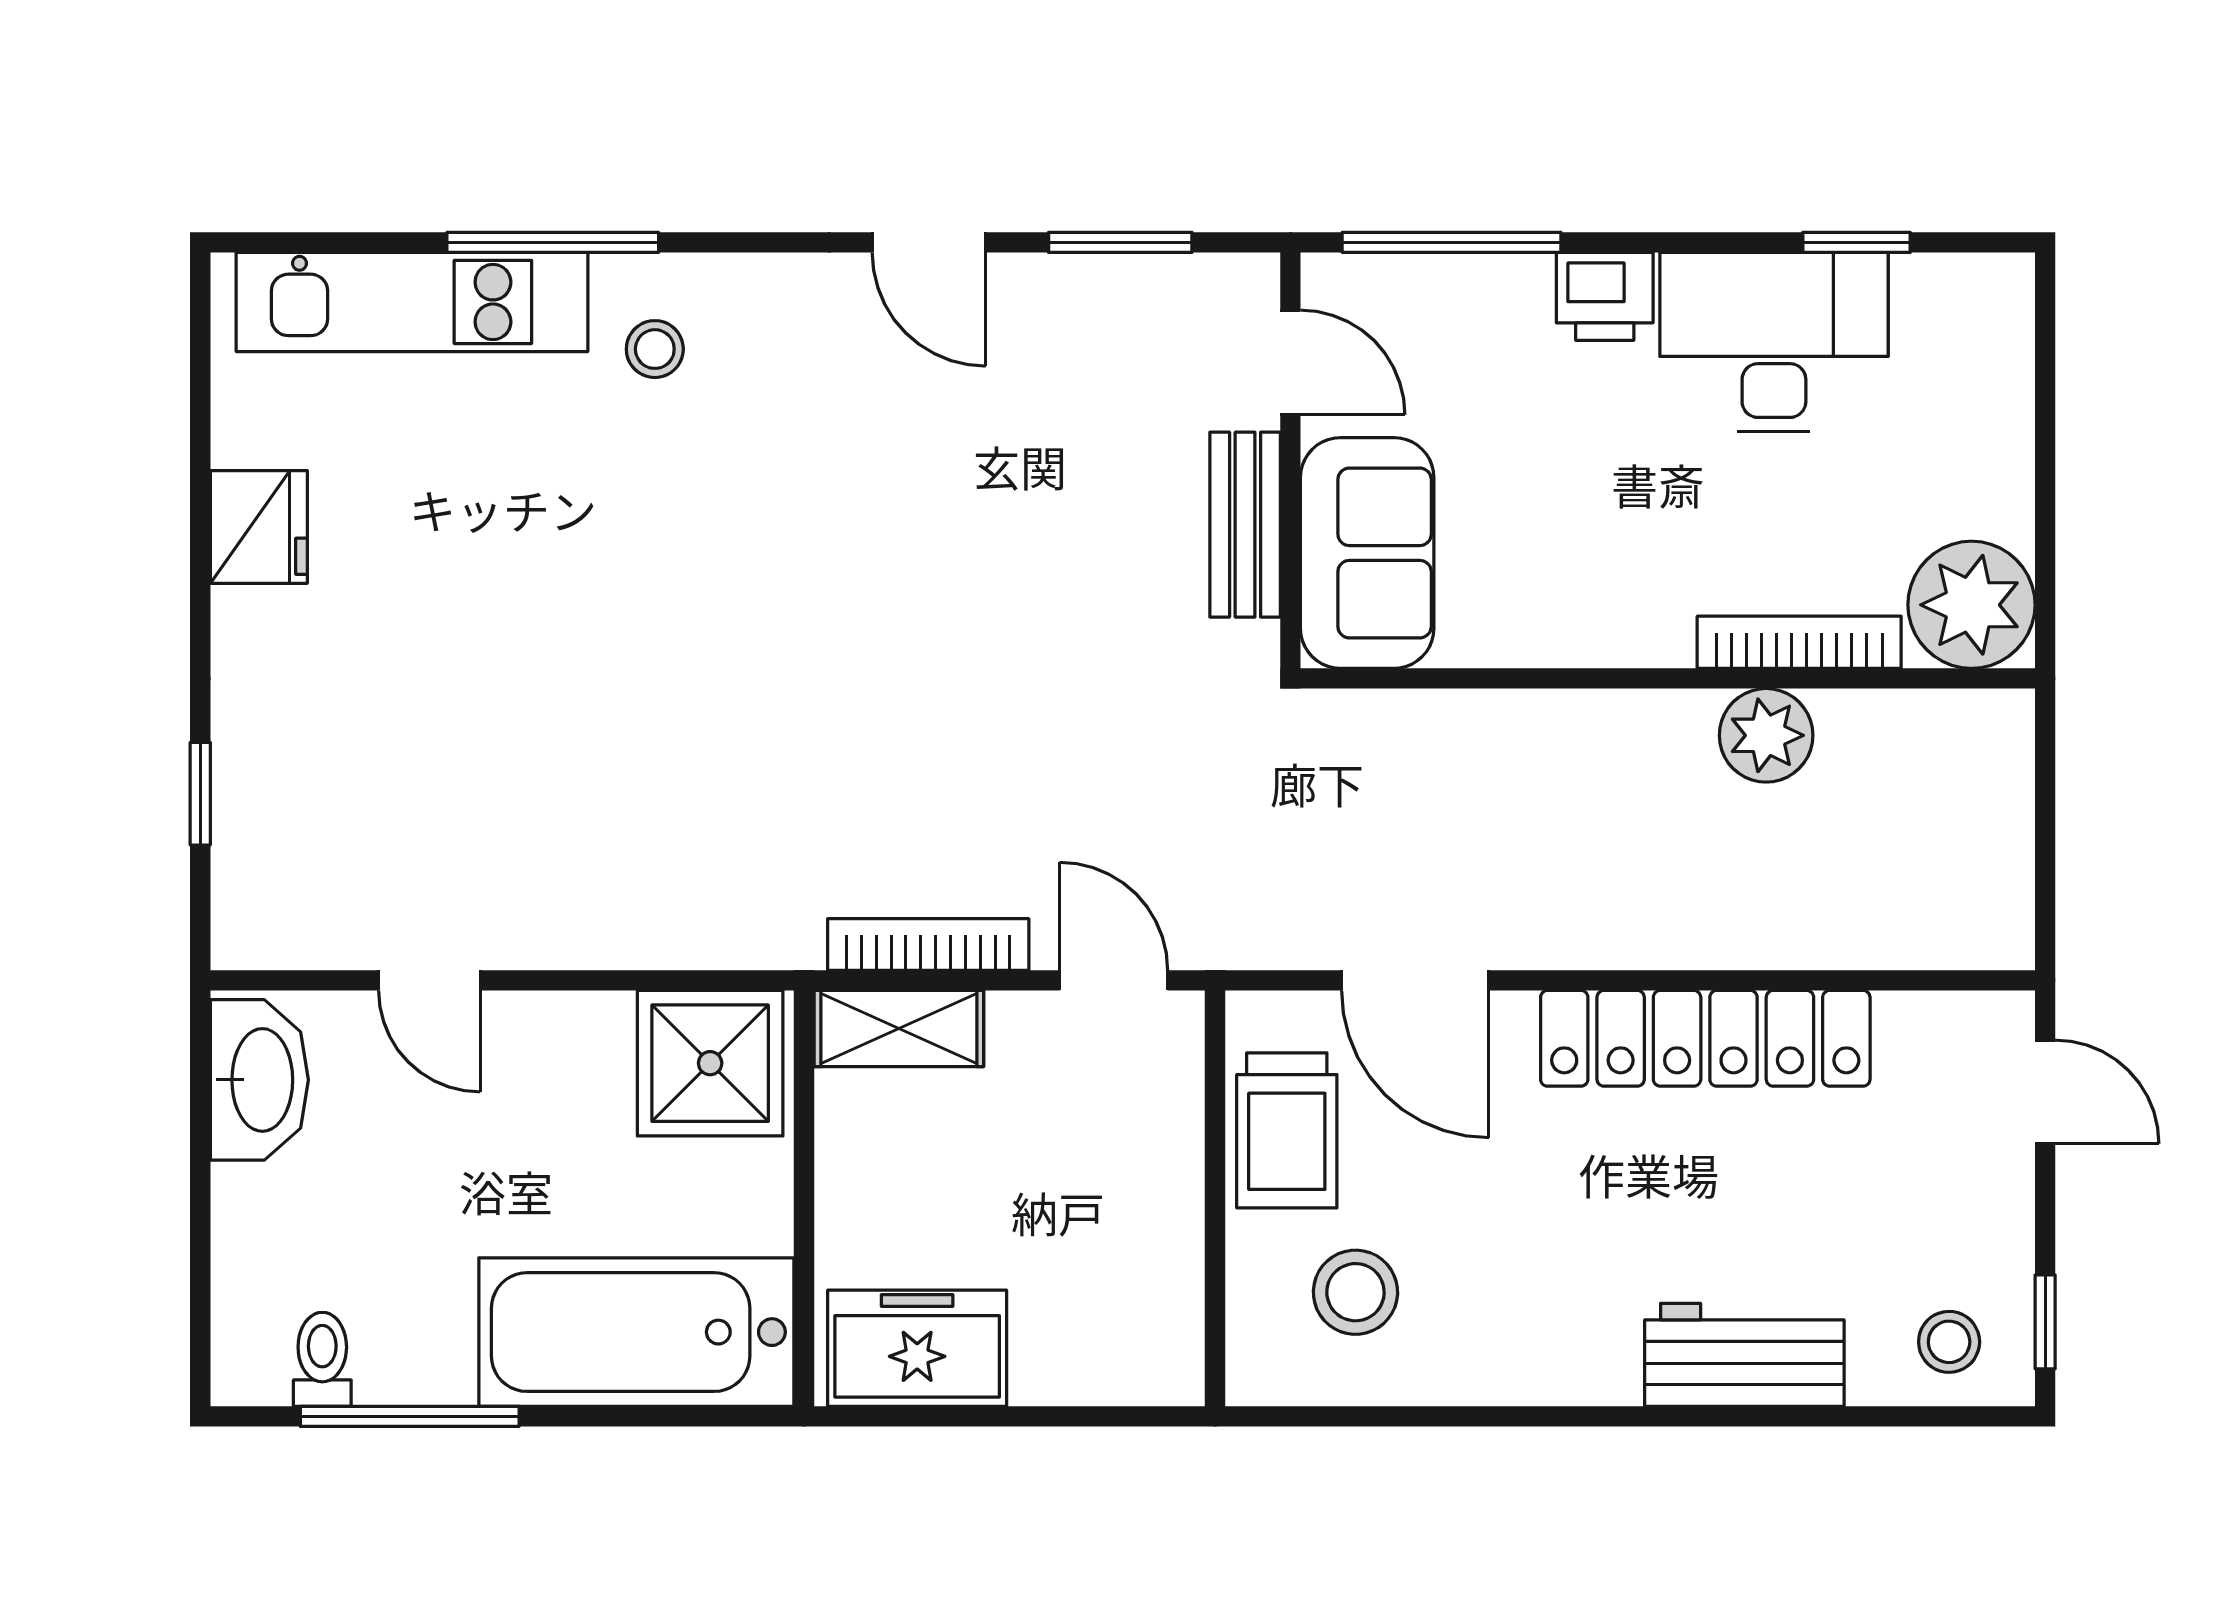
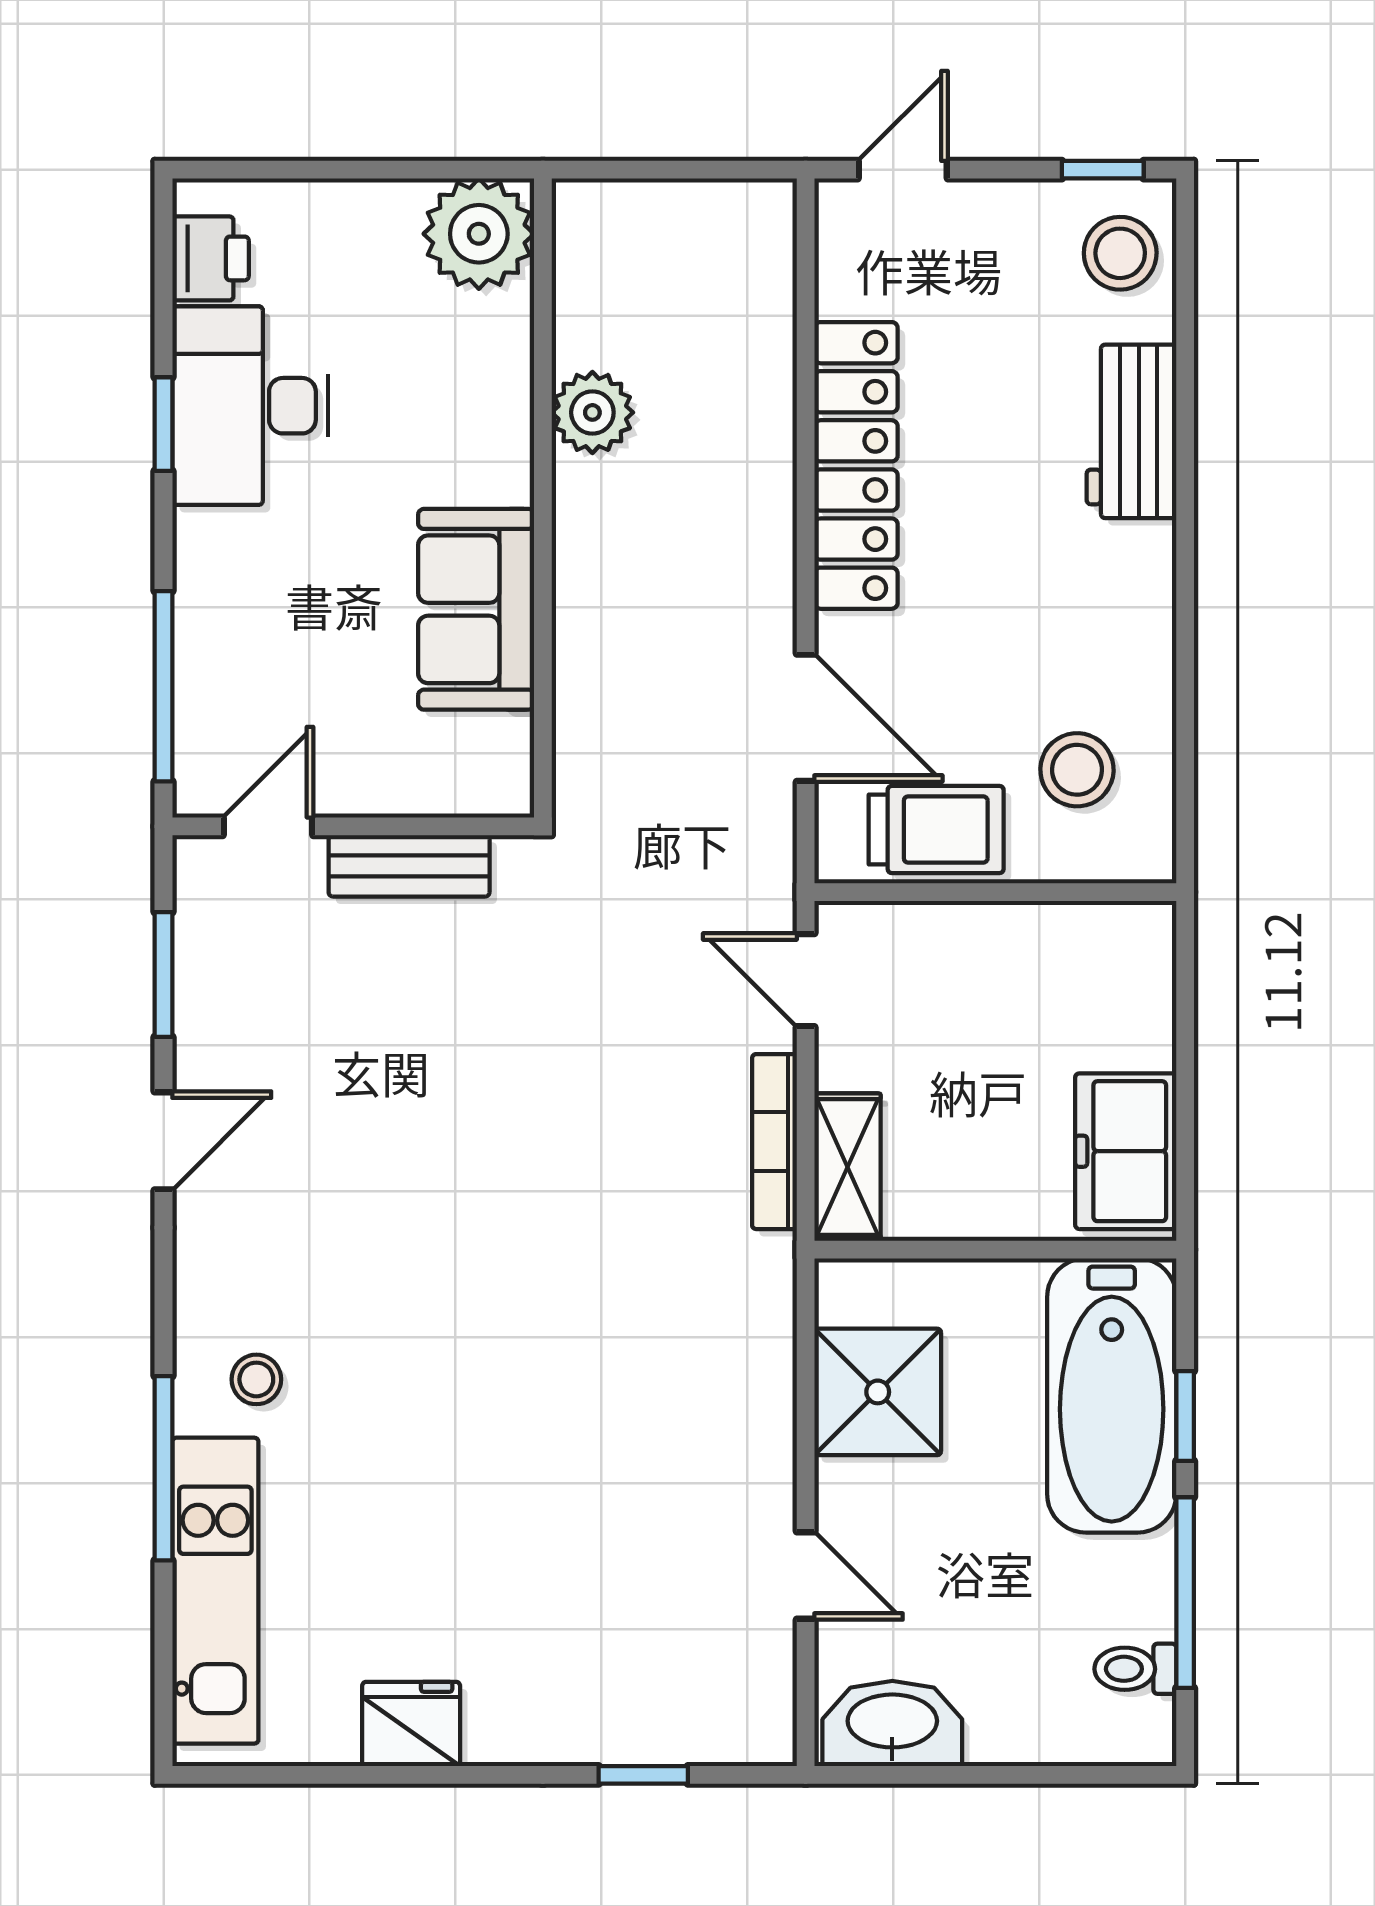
window: (1857, 242) -> (164, 424), moved
printer: (1605, 296) -> (211, 258), moved
sofa: (1367, 553) -> (476, 609), moved, turned -90
bookcase: (1799, 642) -> (511, 384), removed
door: (429, 980) -> (806, 1576), hinge flipped
door: (1114, 980) -> (806, 980), hinge flipped
door: (1415, 980) -> (806, 718), hinge flipped
shower: (710, 1063) -> (878, 1392), moved
stool: (1949, 1342) -> (1120, 253), width x1.37, depth x1.37
window: (613, 1416) -> (1185, 1416), added

